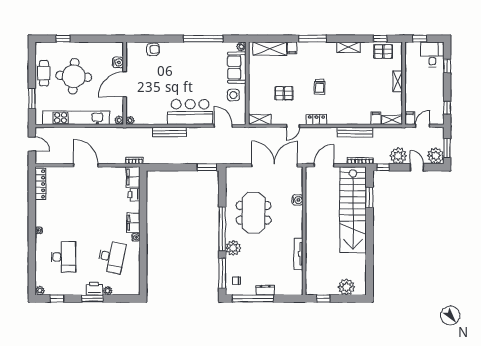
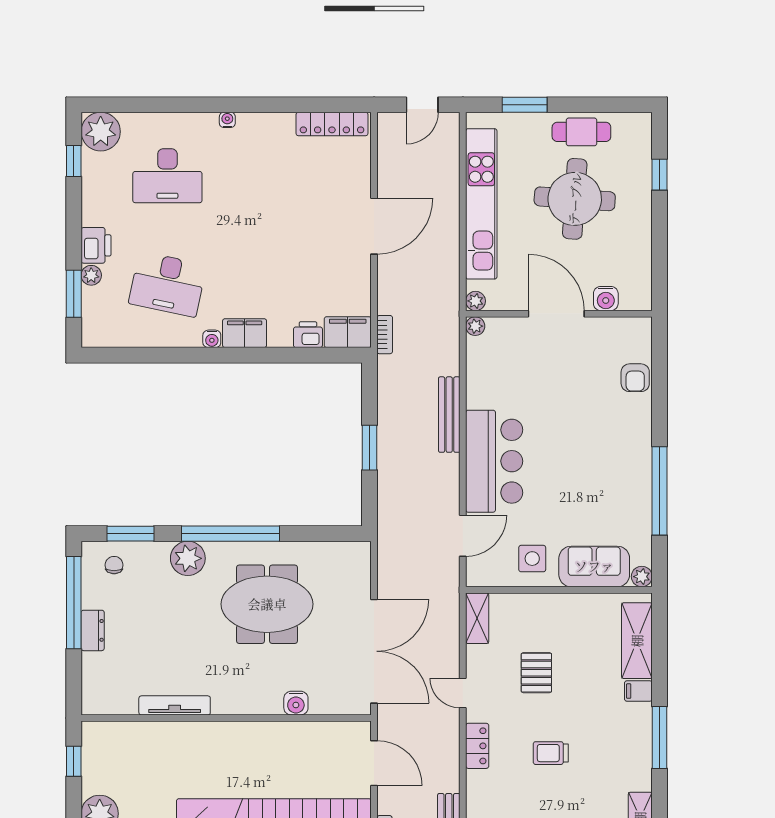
window: (207, 167) -> (370, 448), moved
window: (222, 273) -> (131, 534), width x0.69
plant: (40, 291) -> (101, 132), width x1.88, depth x1.88
window: (93, 299) -> (74, 294), moved

